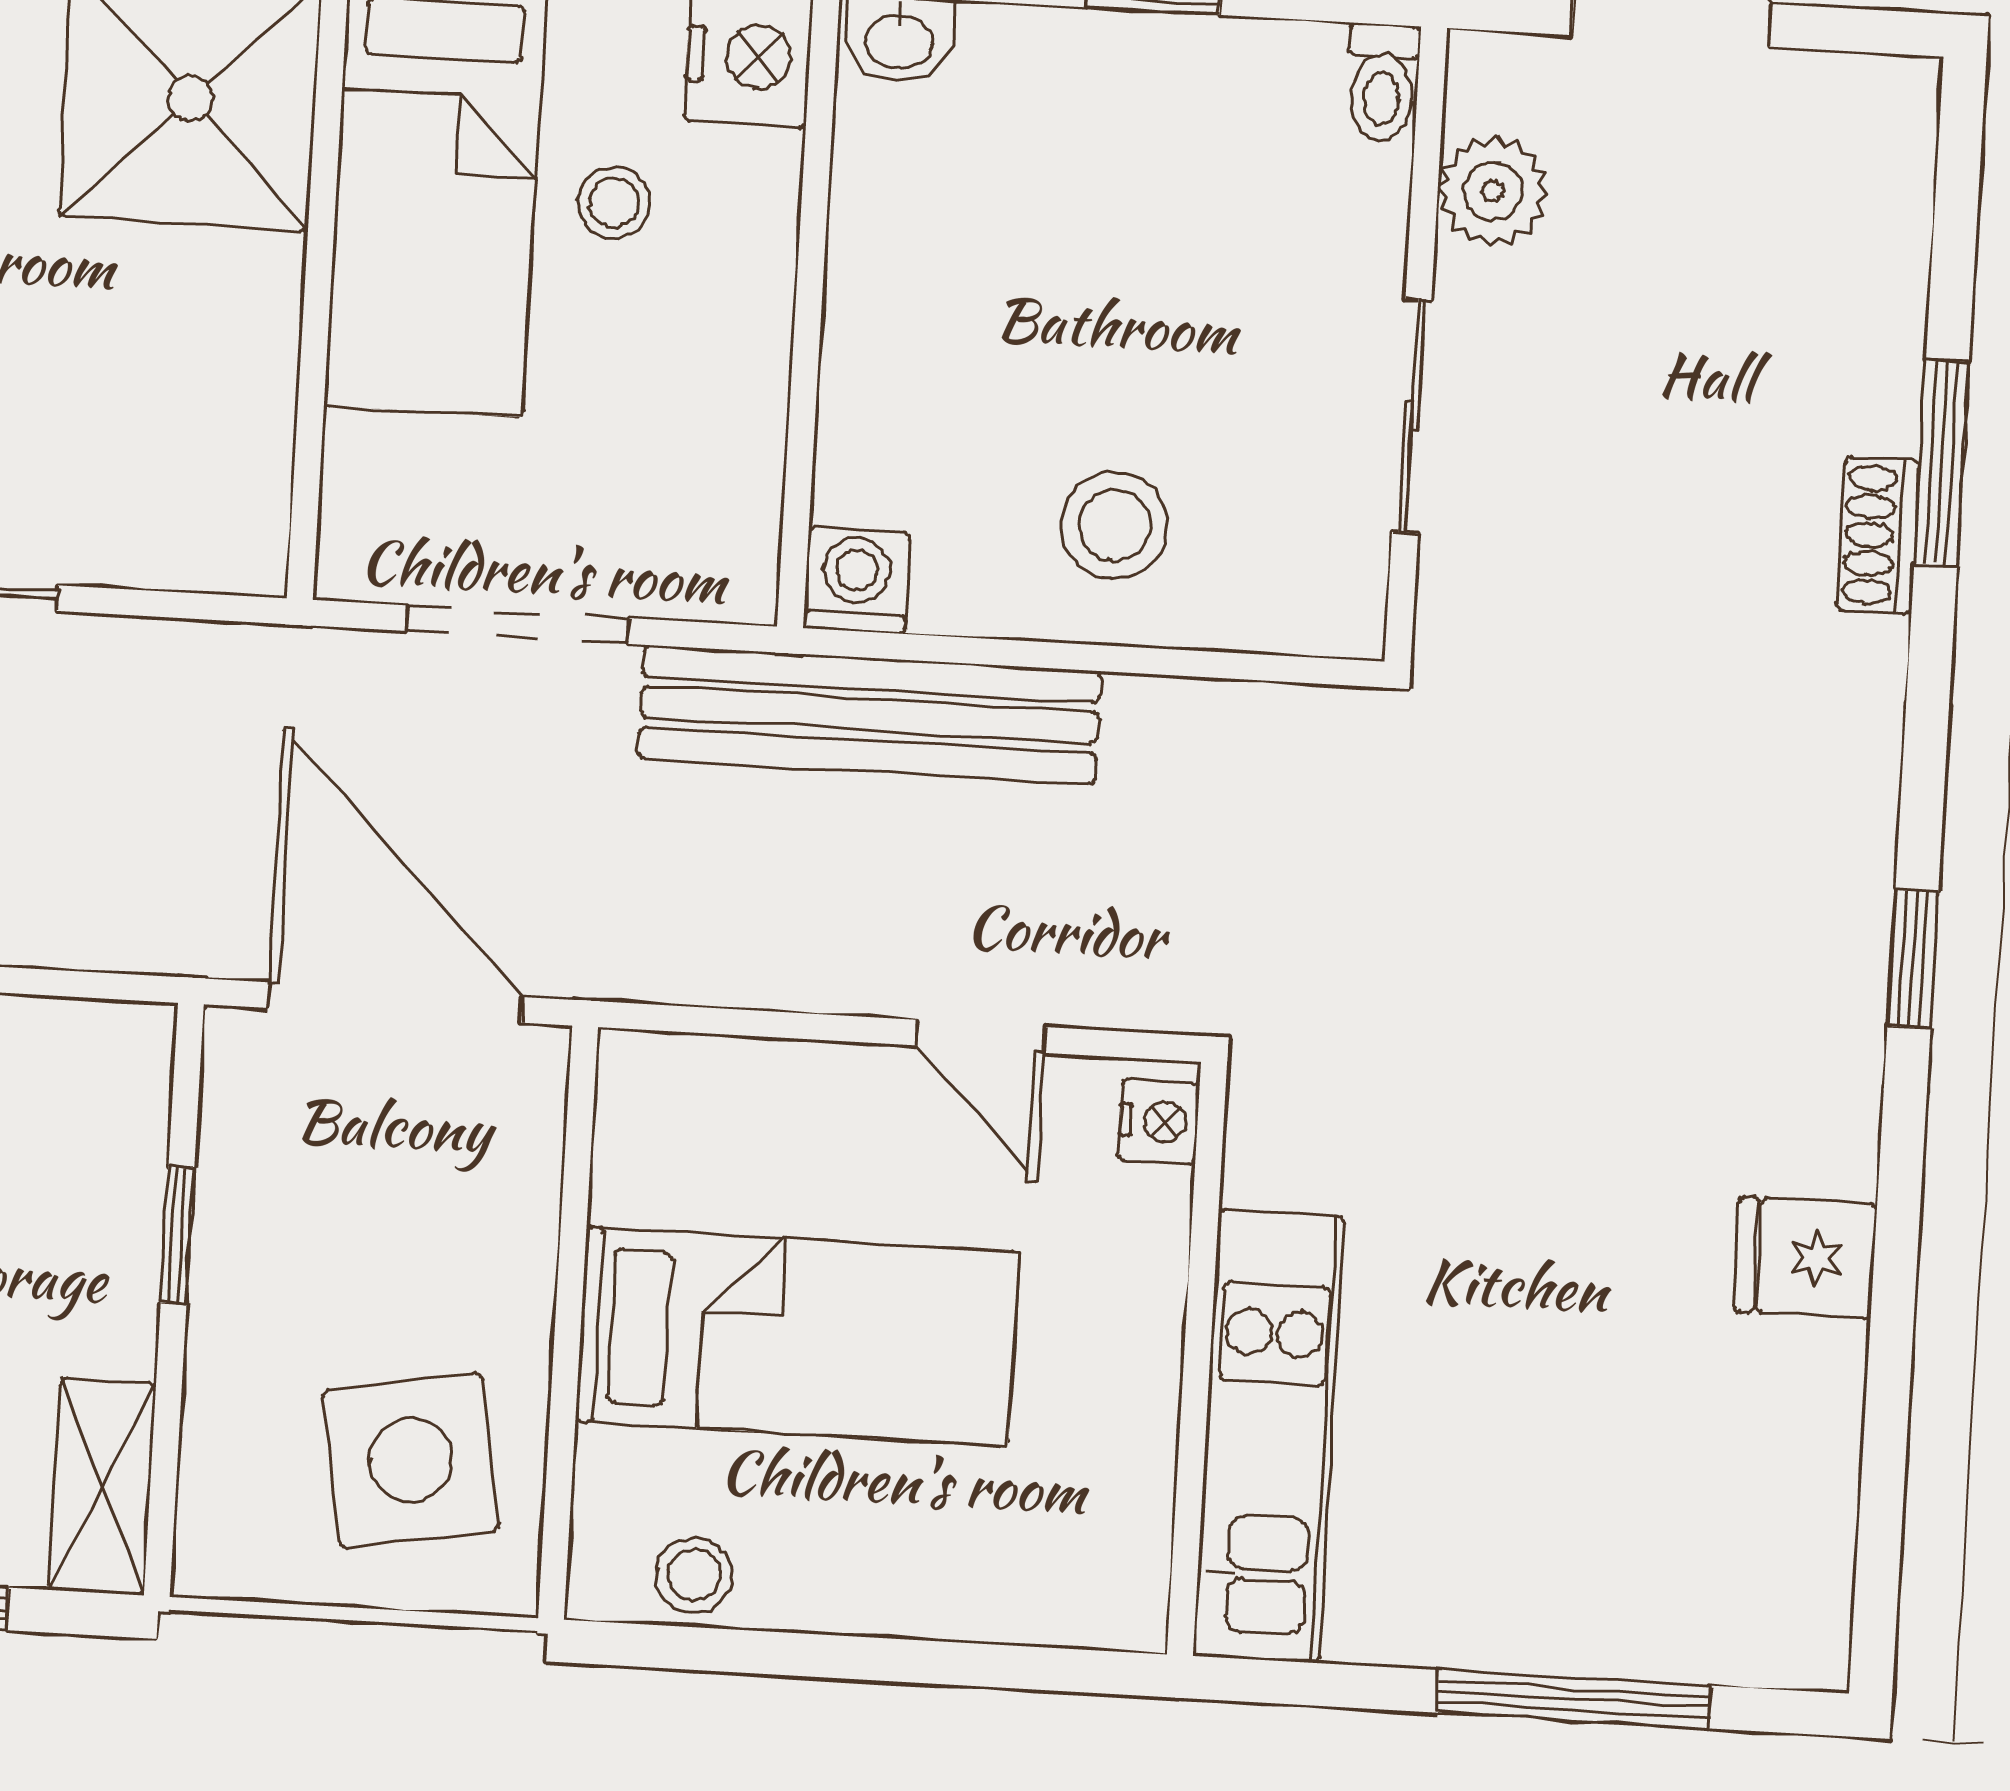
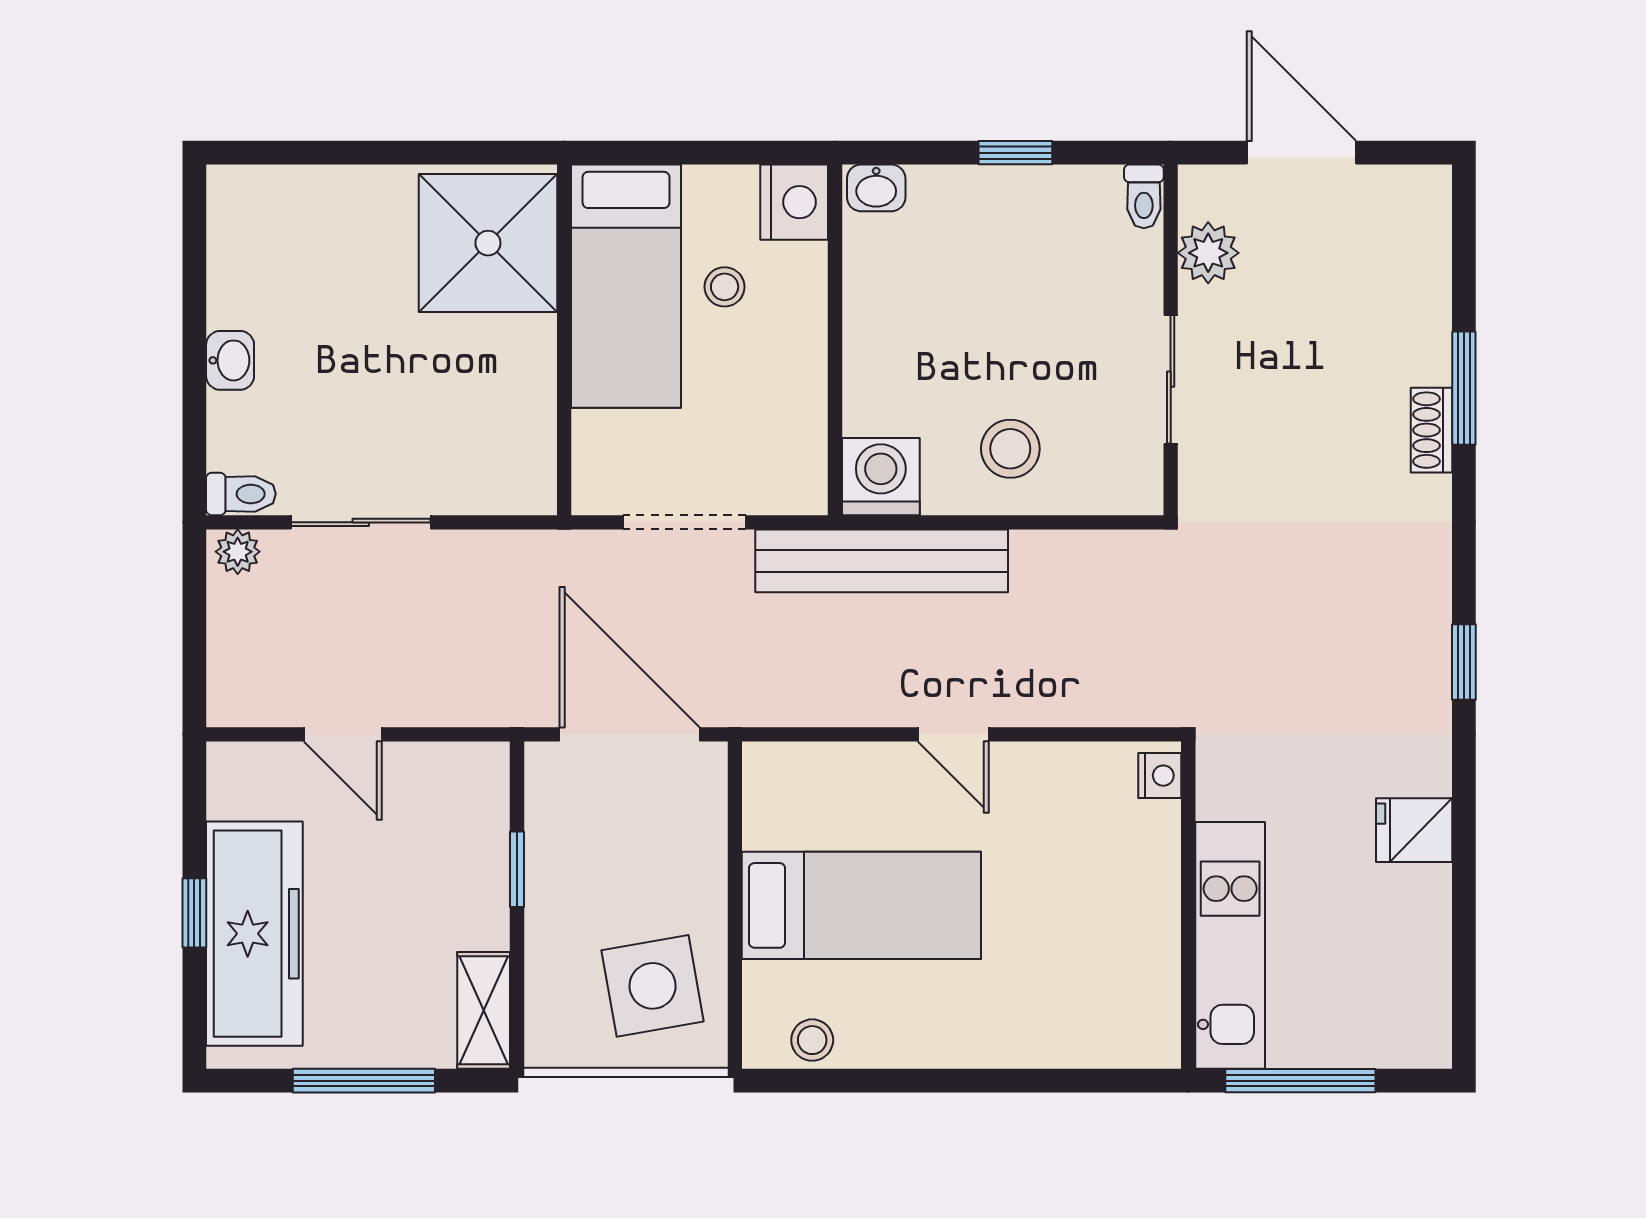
washing machine: (857, 580) -> (881, 477), width x1.38, depth x1.38
nightstand: (1159, 1121) -> (1160, 776), moved
wall: (1197, 1359) -> (1188, 905), moved
kitchen unit: (1268, 1436) -> (1230, 945), moved

